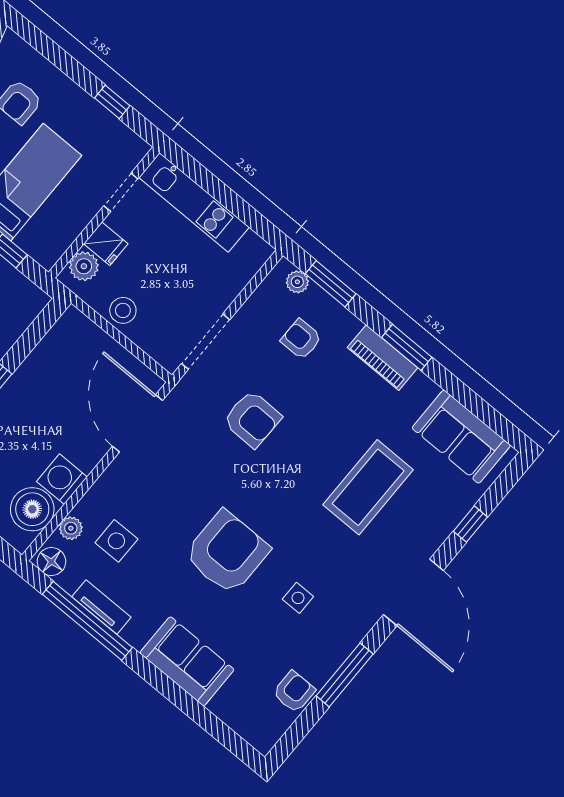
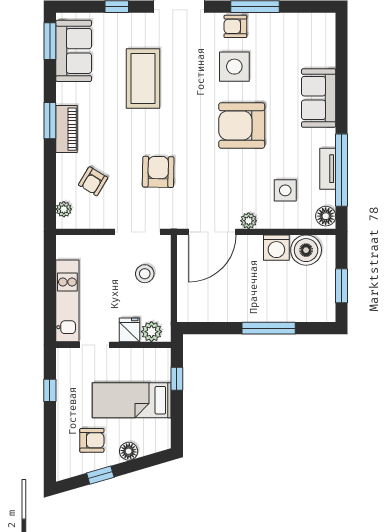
window: (331, 284) -> (50, 41), moved
stool: (123, 310) -> (145, 274), moved
armchair: (301, 339) -> (93, 181), turned 31
coffee table: (368, 487) -> (143, 79), turned 90
plant: (71, 528) -> (249, 221), moved
side table: (298, 598) -> (234, 67), width x1.87, depth x1.87
armchair: (294, 692) -> (235, 26), moved

